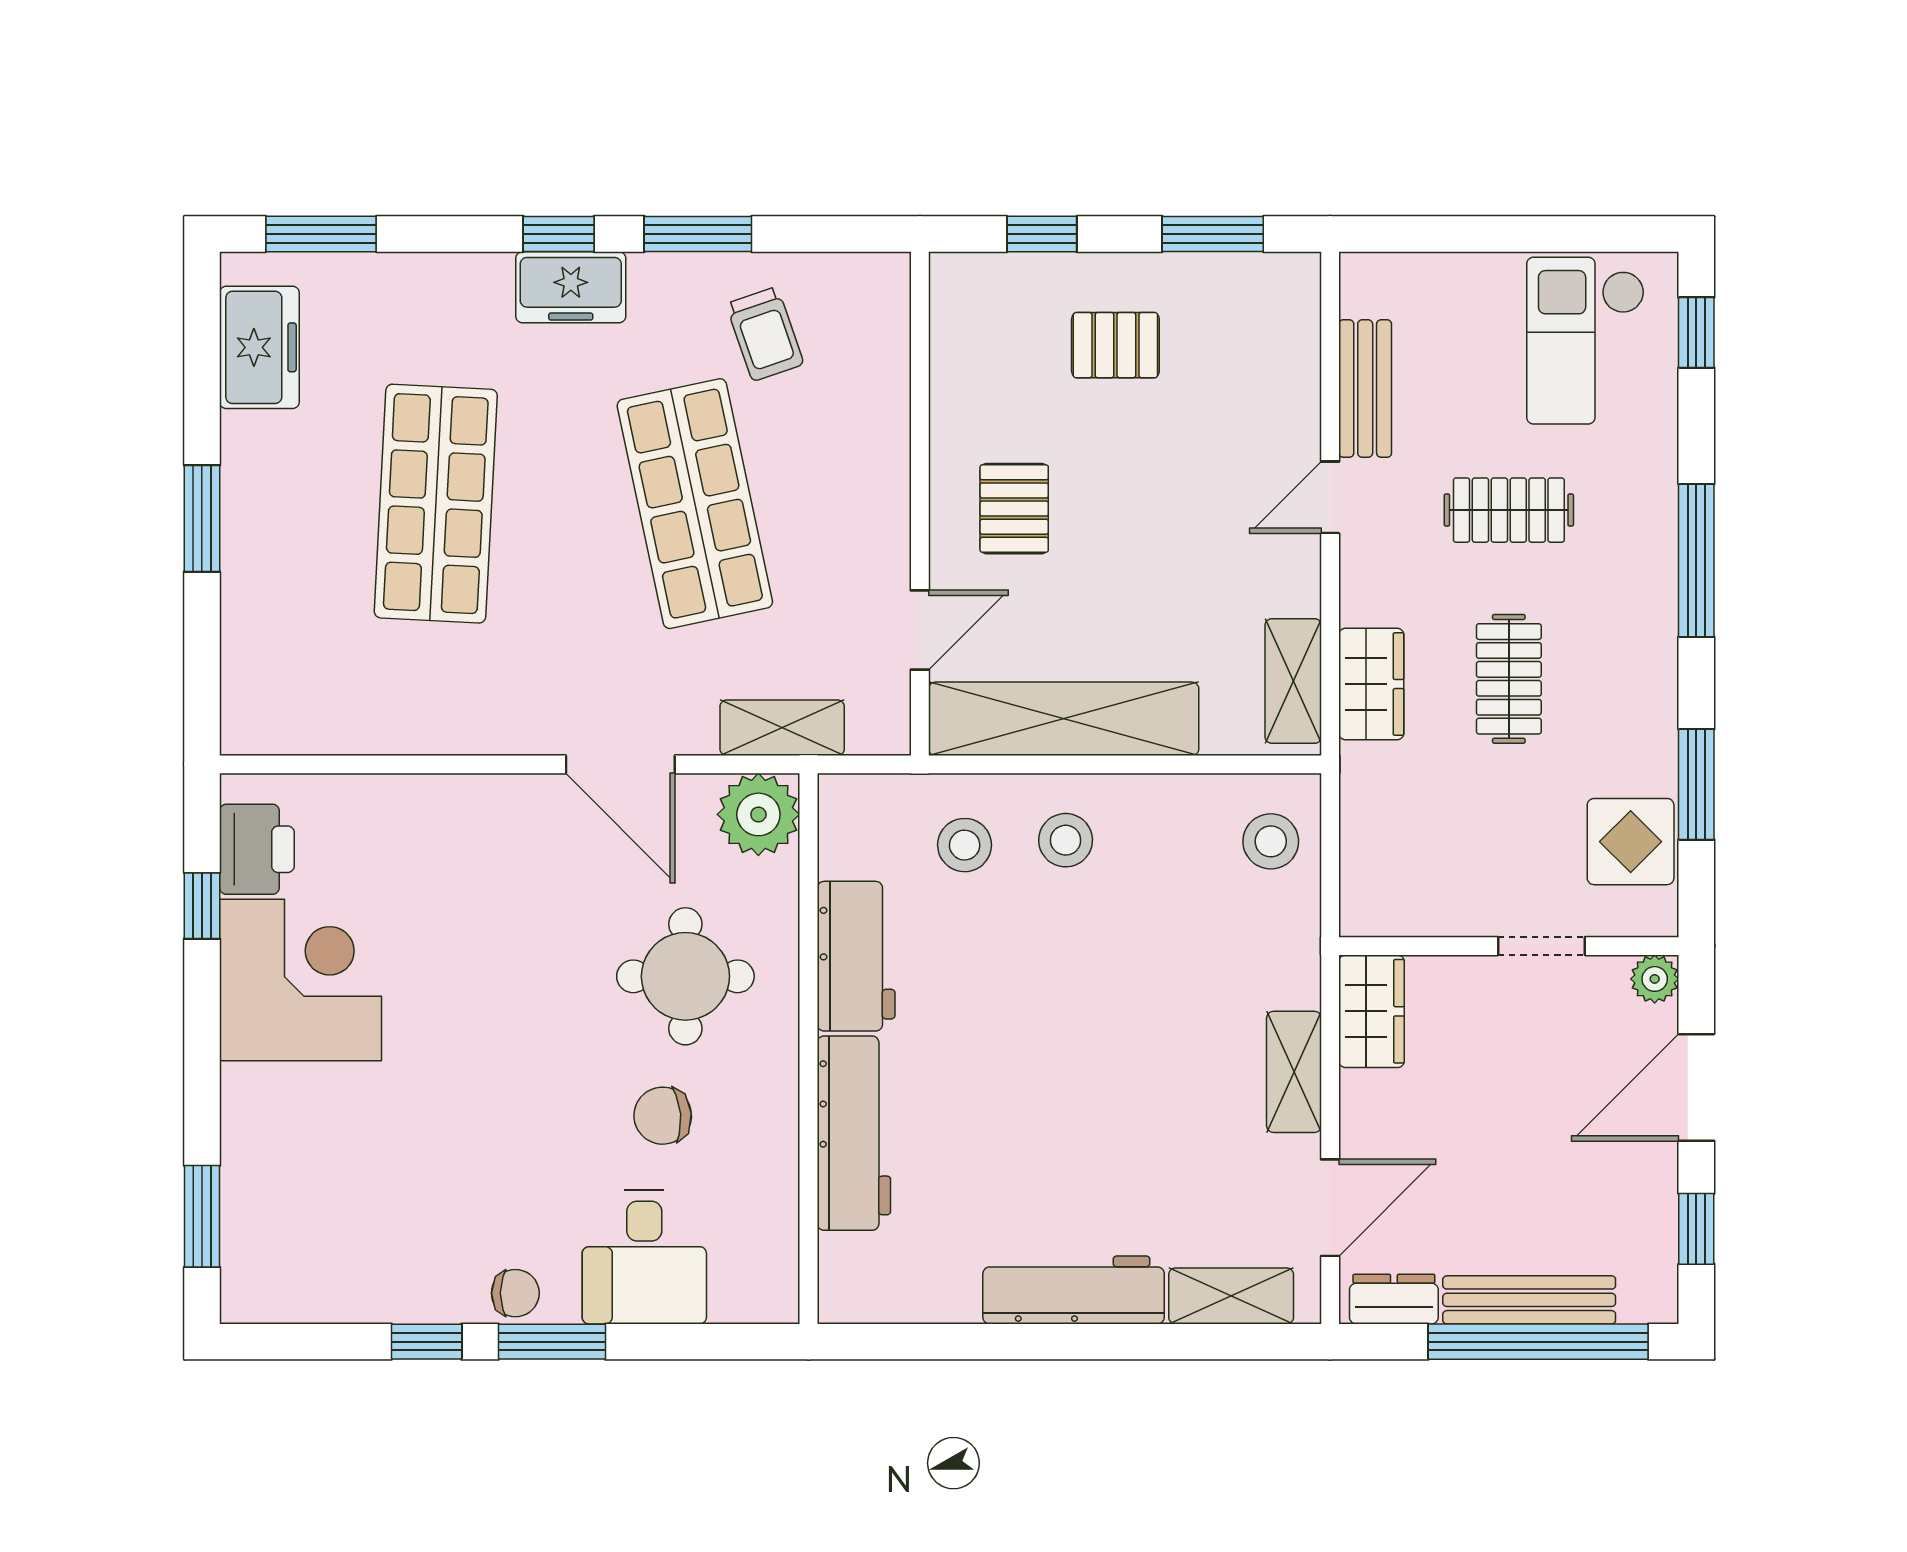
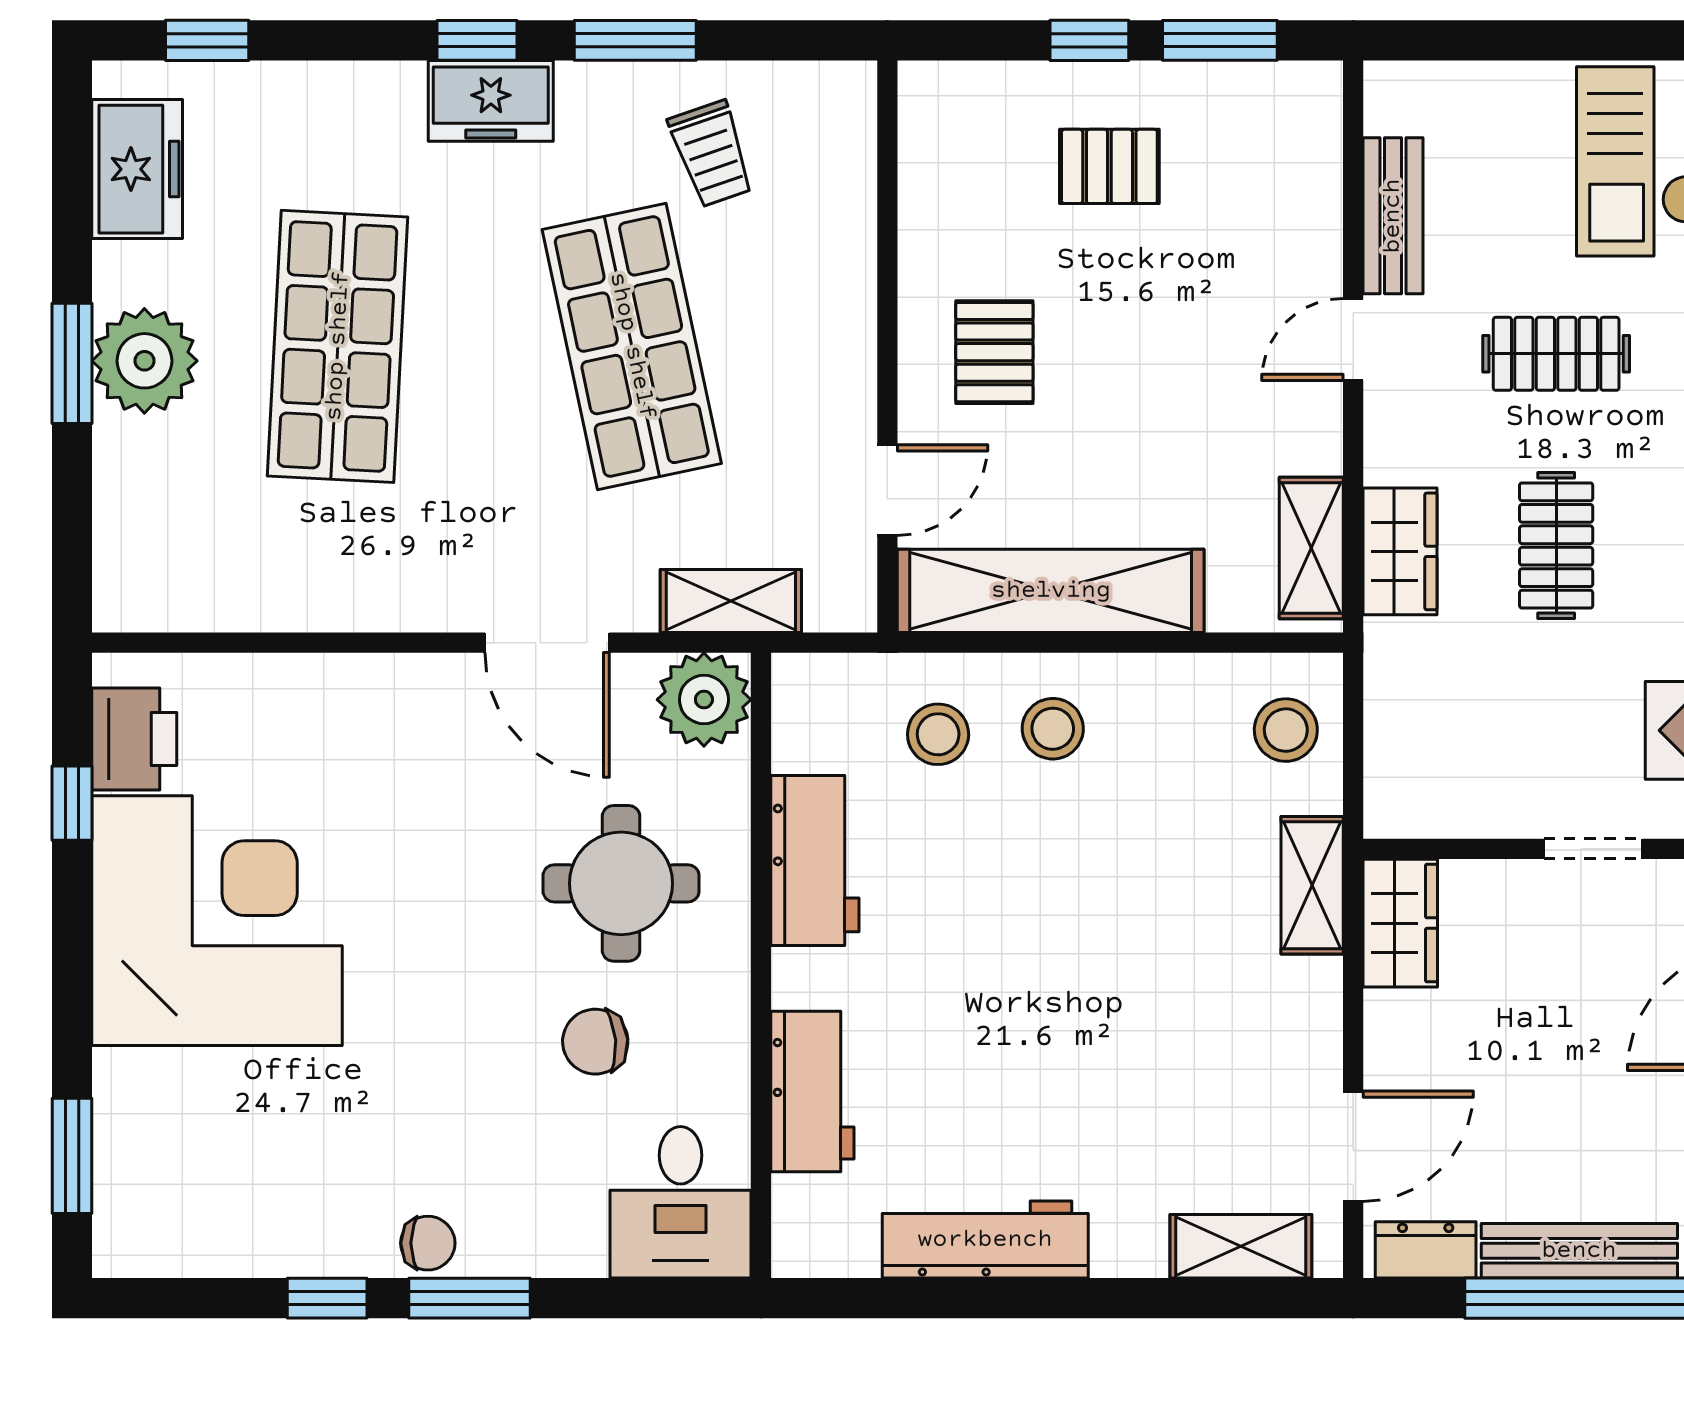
window: (321, 234) -> (207, 40), width x0.67
window: (1042, 234) -> (1089, 40), moved
plant: (266, 516) -> (144, 361), added
corner desk: (301, 980) -> (217, 921), width x1.36, depth x1.36
shelving: (1294, 1072) -> (1312, 885), moved
workbench: (854, 1133) -> (812, 1092), width x0.73
desk: (644, 1257) -> (680, 1202), moved
workbench: (1074, 1290) -> (985, 1240), moved

